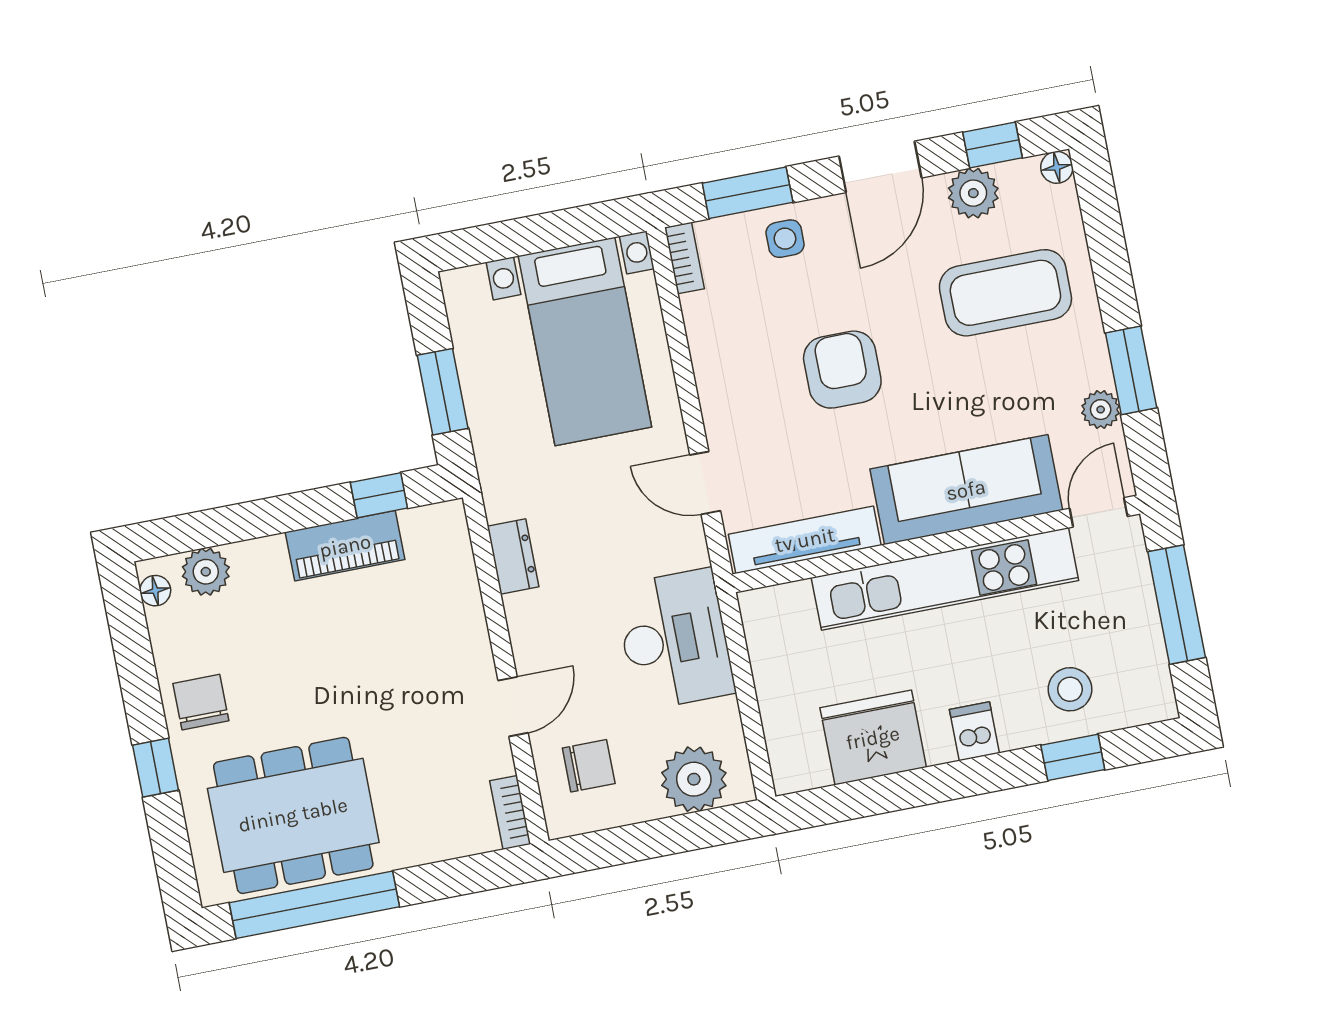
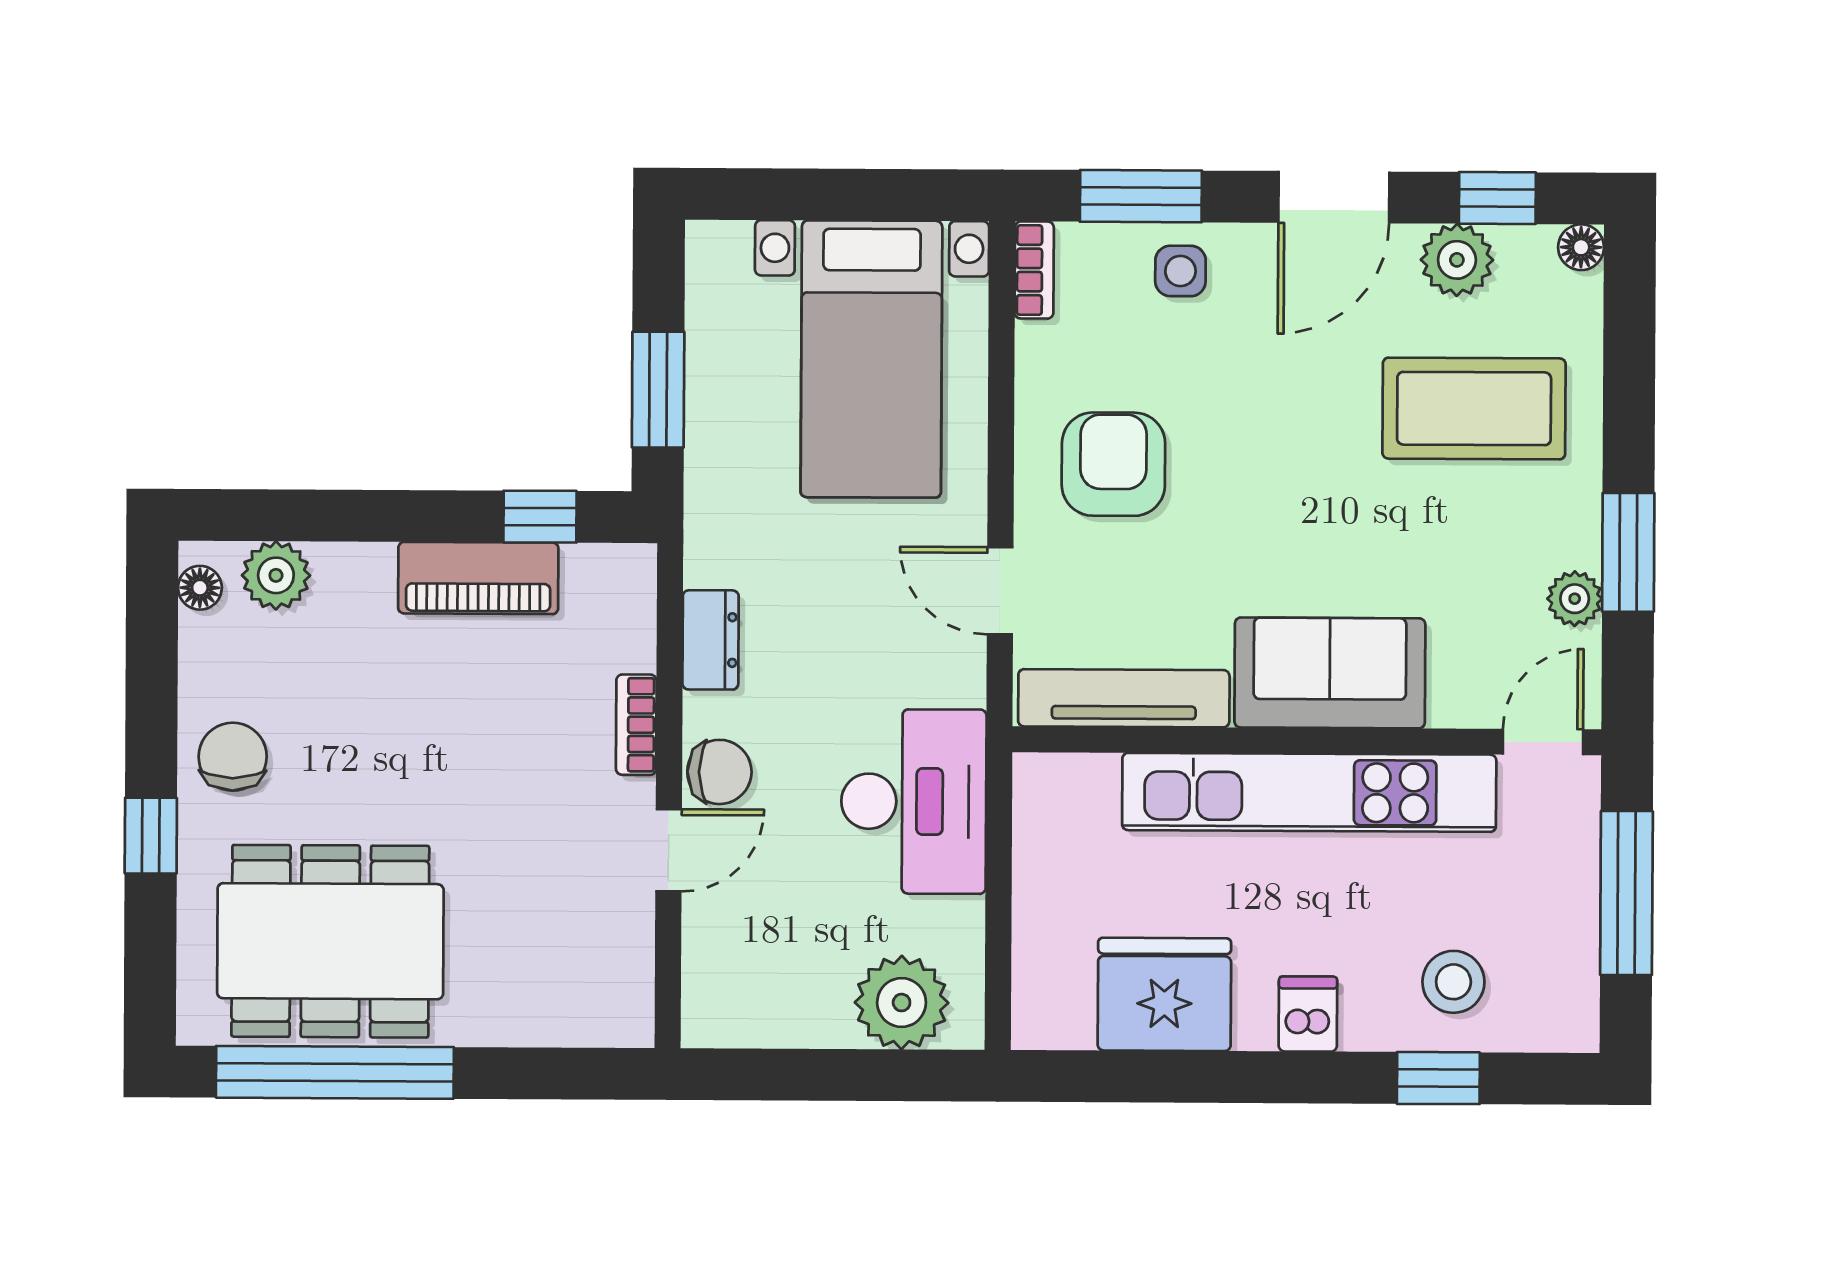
armchair: (842, 370) -> (1113, 464), moved
sofa: (966, 490) -> (1330, 673), width x0.73
chair: (589, 766) -> (719, 772), moved
bookcase: (510, 813) -> (636, 725), moved

